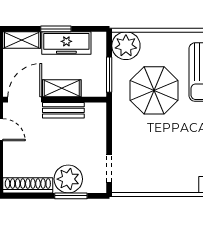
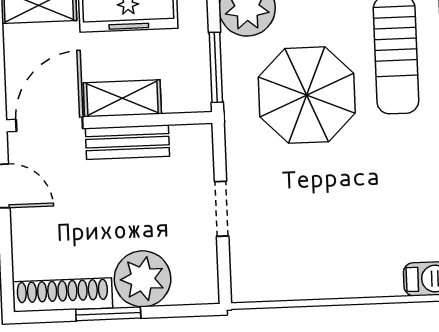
doorway: (109, 169) -> (222, 209), moved
window: (71, 196) -> (108, 314), moved

